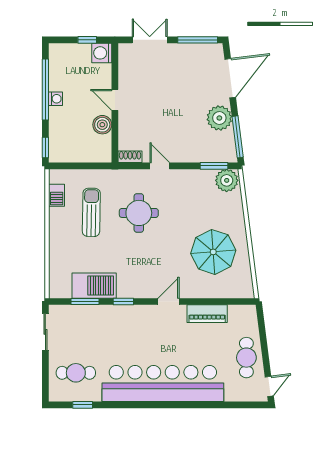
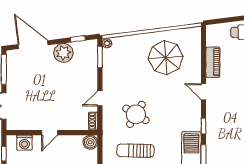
washing machine: (102, 53) -> (24, 143), moved
boiler: (102, 125) -> (90, 142), moved
window: (238, 137) -> (78, 39), width x0.46
plant: (227, 180) -> (107, 43), width x0.53, depth x0.53
round table: (139, 213) -> (136, 114), turned 31

